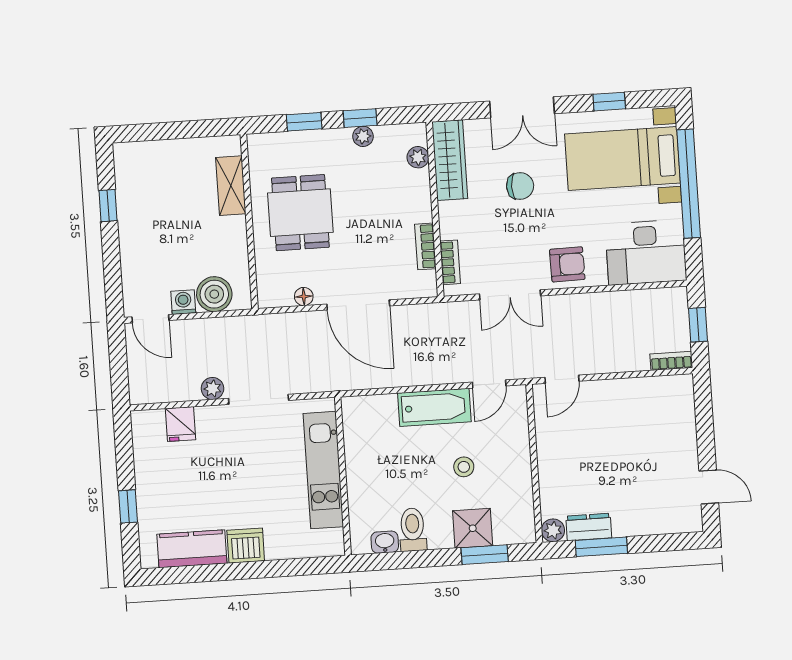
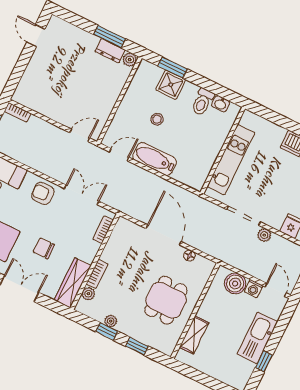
kitchen sink: (137, 234) -> (257, 338), added
bookcase: (425, 246) -> (97, 274), moved

